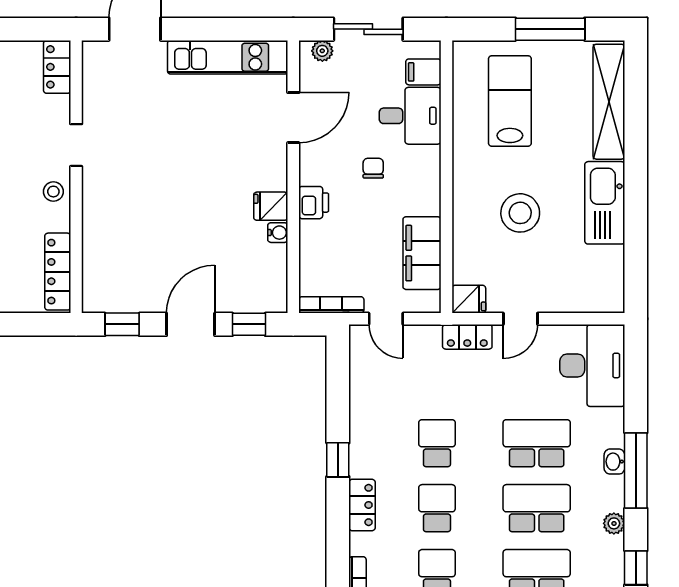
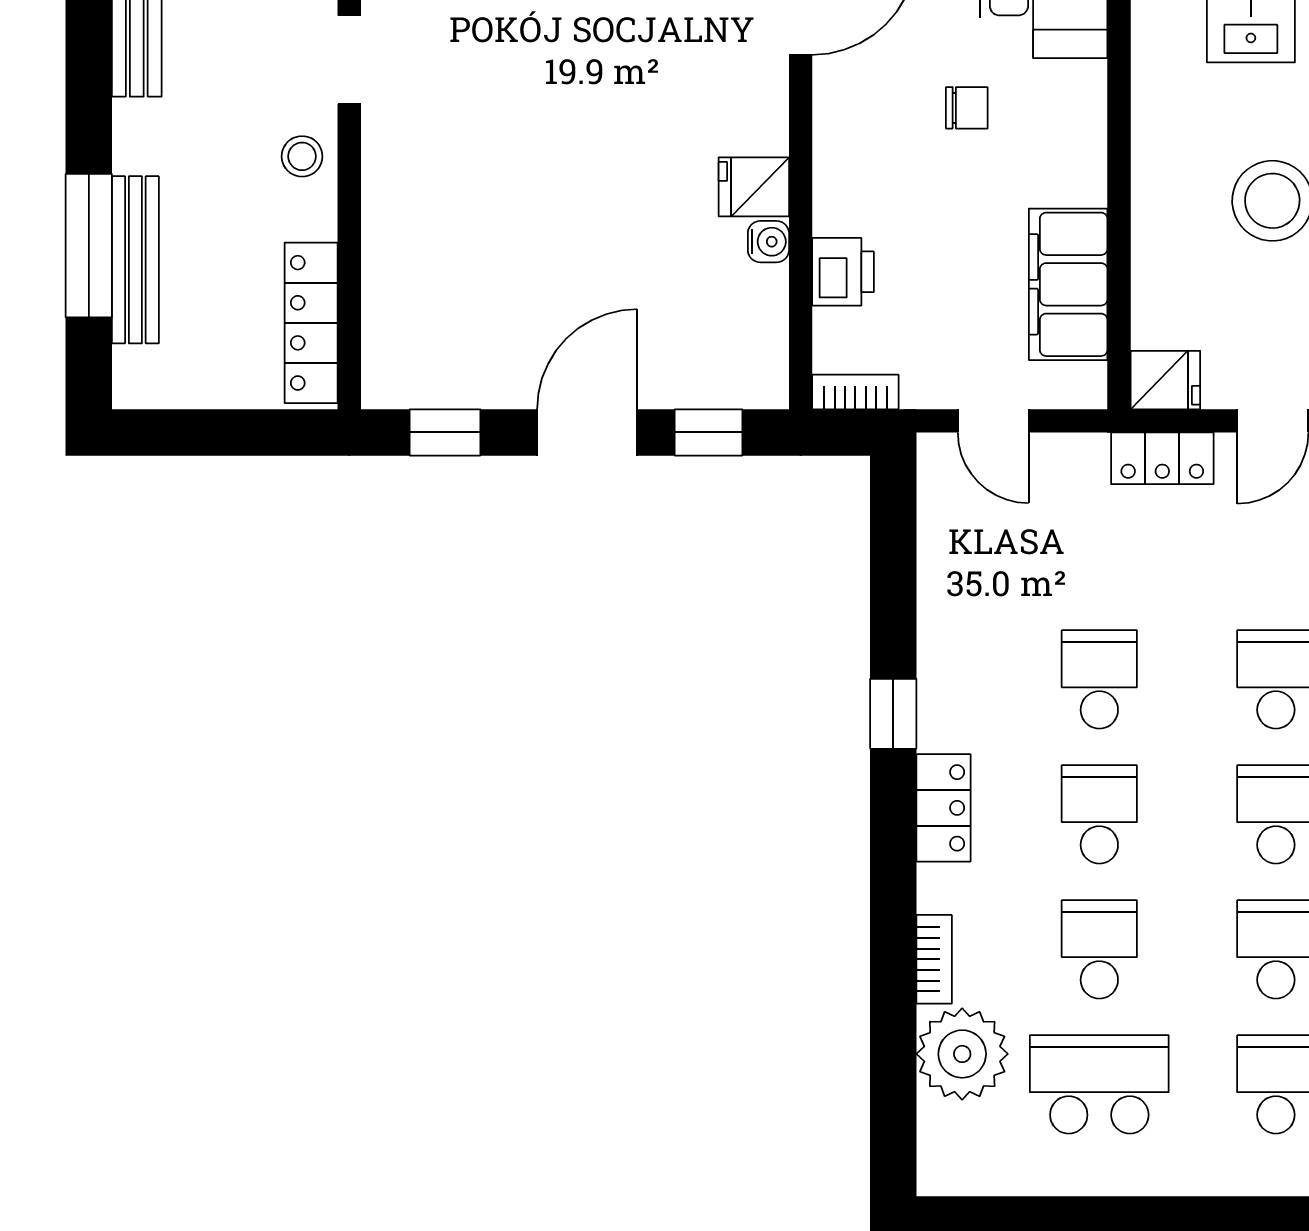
chair: (373, 168) -> (967, 108), turned 90
printer: (314, 203) -> (843, 272), moved
bookcase: (331, 305) -> (855, 392), width x0.64

